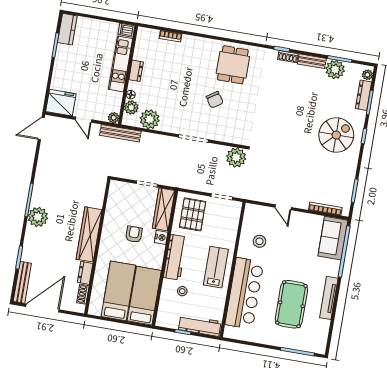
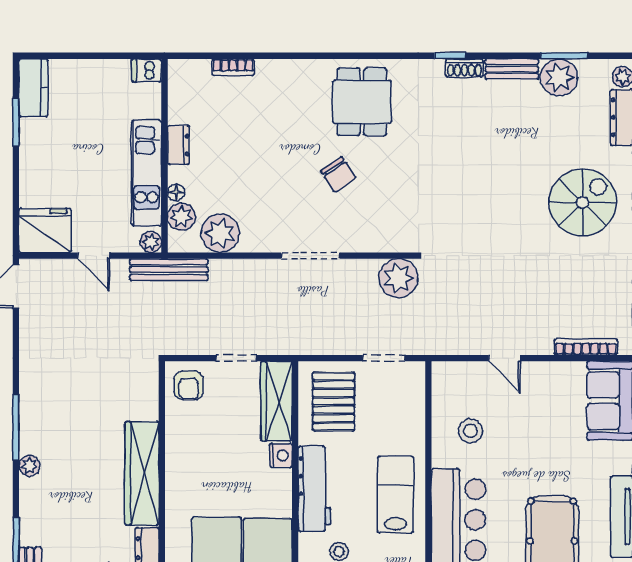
kitchen unit: (121, 64) -> (146, 173), moved
plant: (38, 217) -> (29, 466), width x0.53, depth x0.53
armchair: (134, 234) -> (189, 385), moved, turned 180

